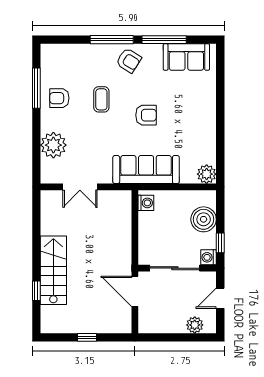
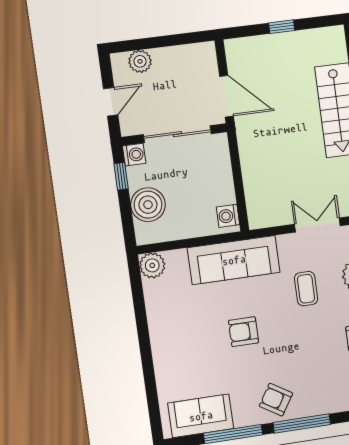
coffee table: (101, 99) -> (306, 289), moved

